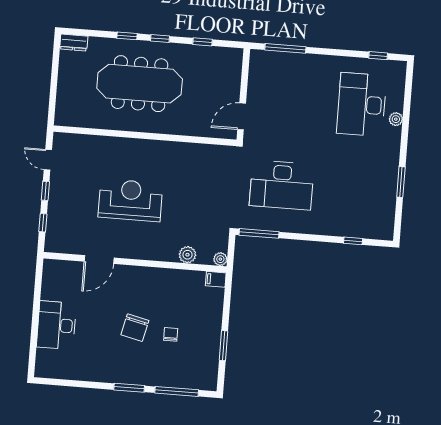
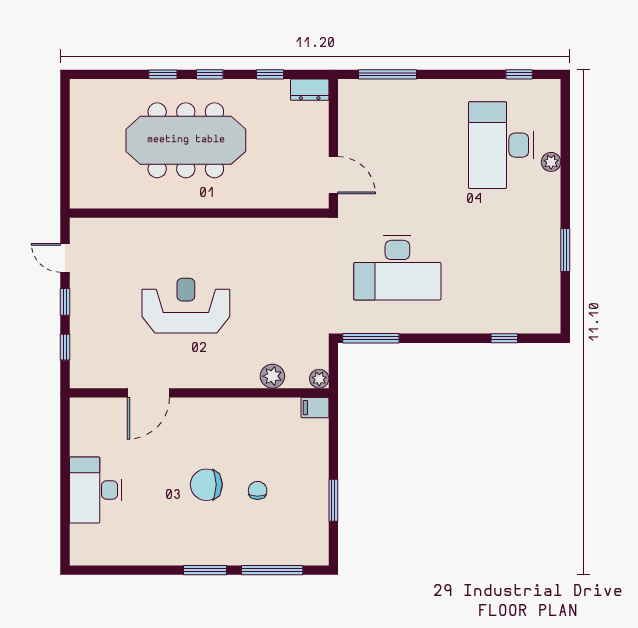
dresser: (74, 43) -> (310, 90), moved
door: (242, 116) -> (333, 175), swing flipped
chair: (135, 328) -> (206, 485), turned 77

